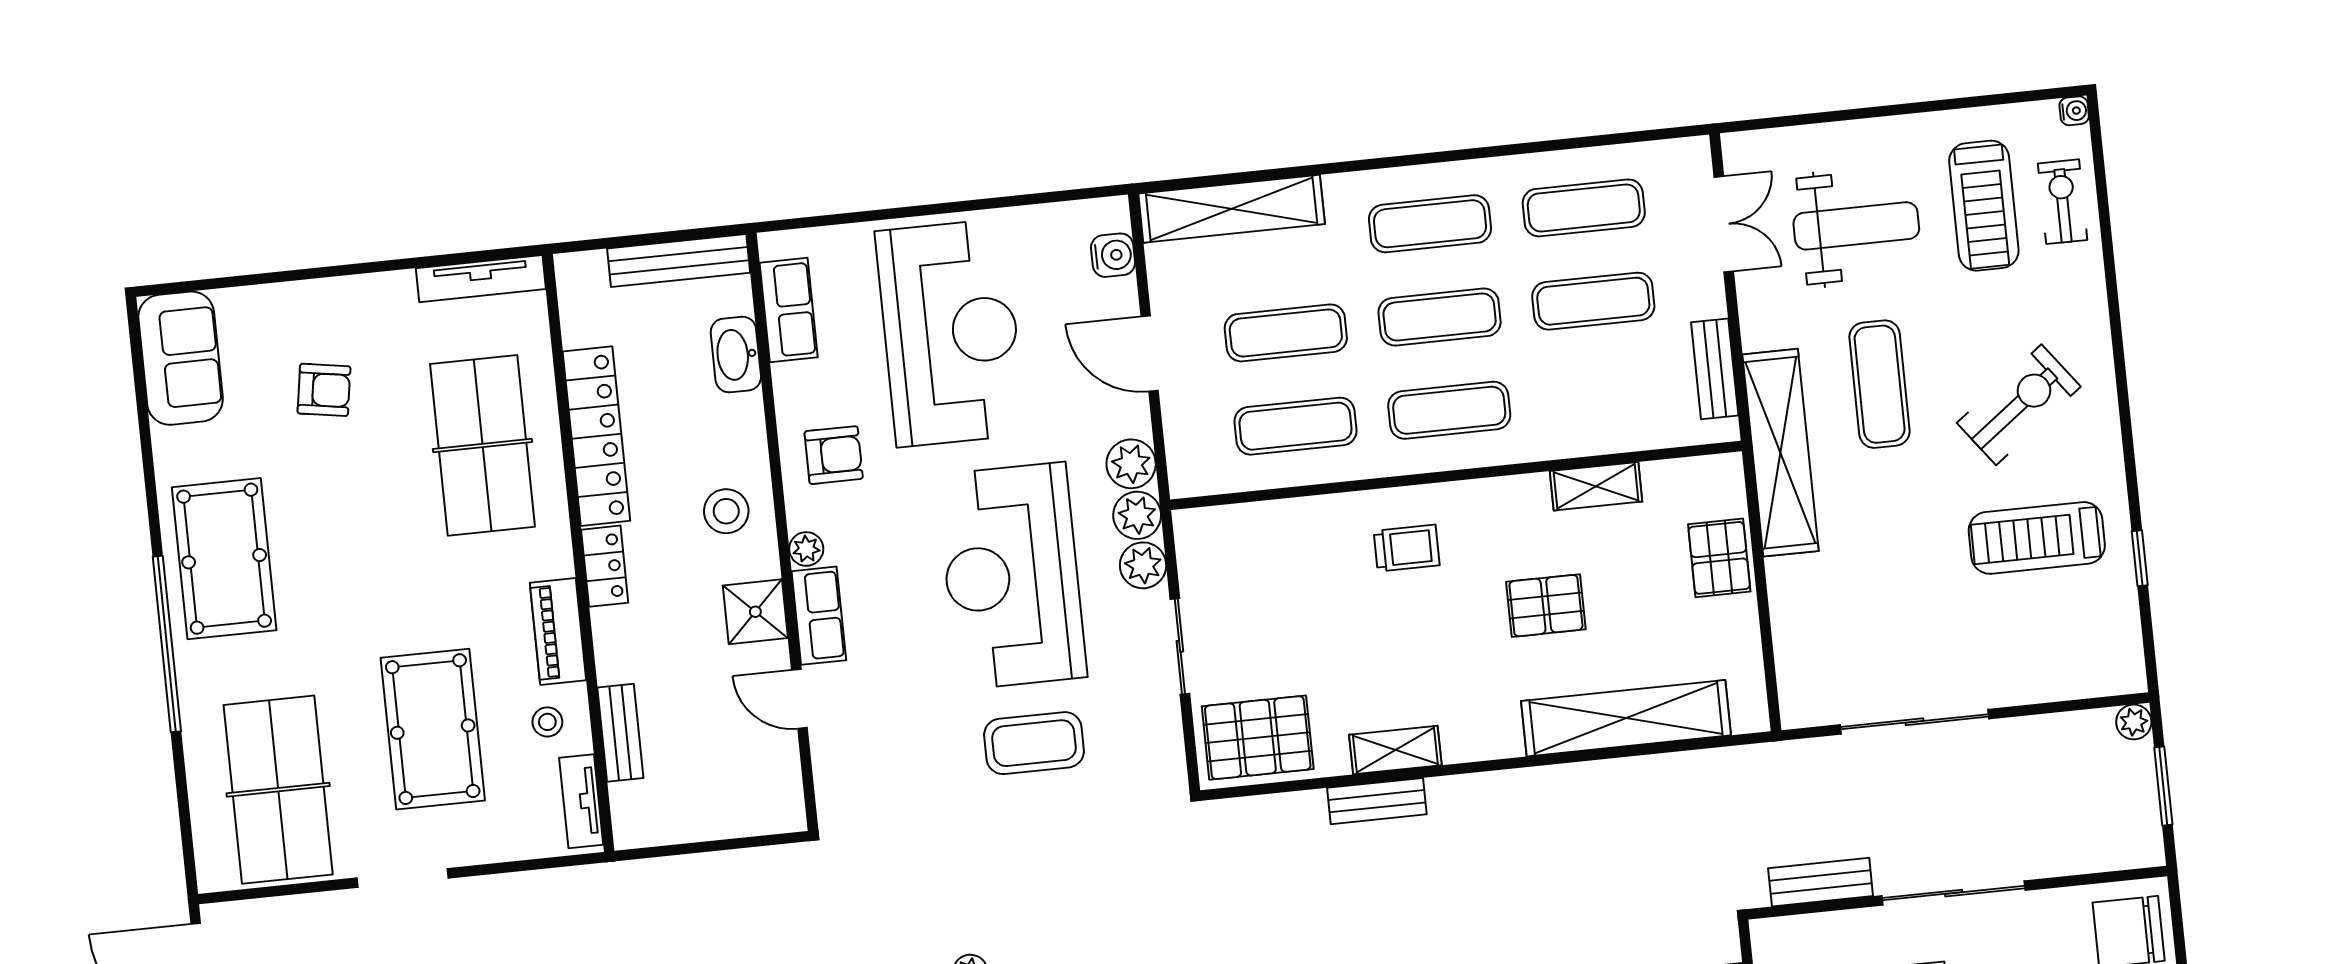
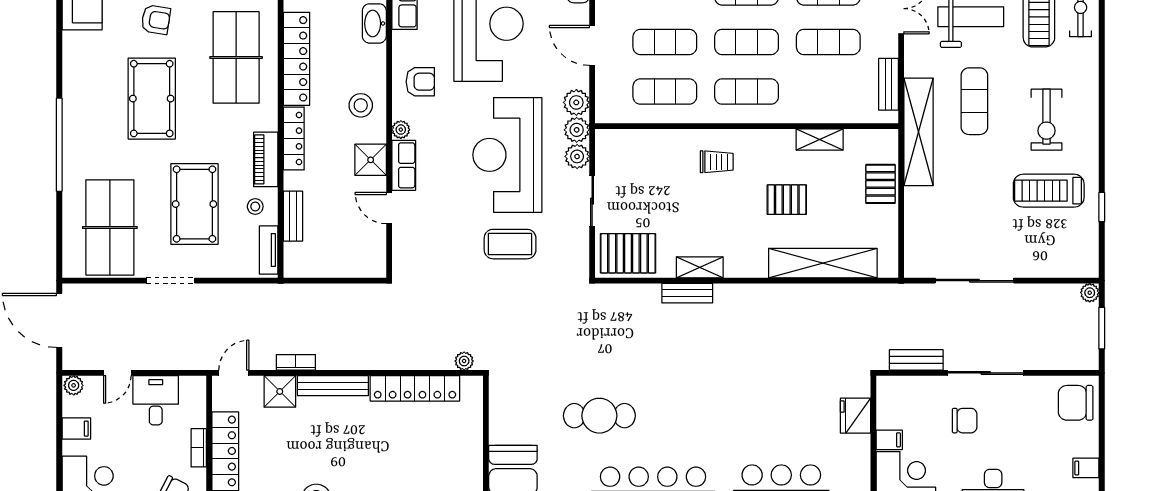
exercise bike: (2019, 405) -> (1046, 120), turned 127
pool table: (224, 559) -> (152, 99), moved
locker: (605, 566) -> (294, 138), width x1.53

